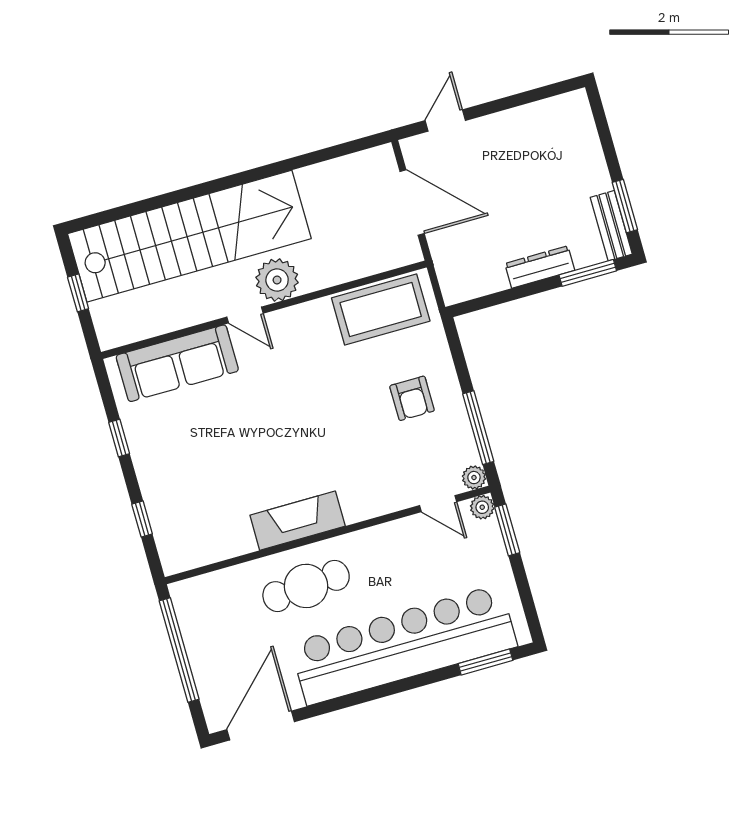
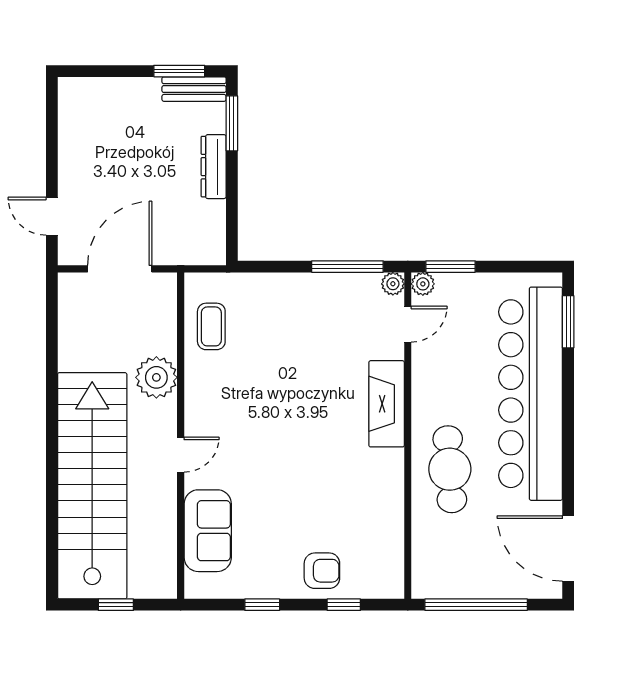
plant: (277, 280) -> (156, 377), moved
coffee table: (381, 310) -> (211, 326), width x0.54, depth x0.58
sofa: (177, 363) -> (208, 531), width x0.73
armchair: (412, 398) -> (322, 571), moved
fireplace: (298, 521) -> (387, 404), moved

